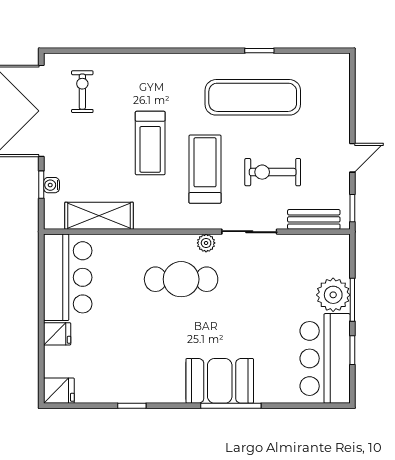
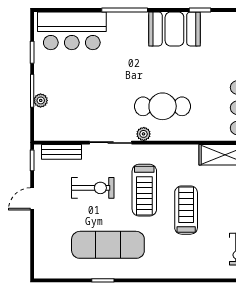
plant: (333, 295) -> (41, 100), width x0.53, depth x0.53
bar counter: (325, 358) -> (72, 31), moved, turned 90
booth: (220, 381) -> (174, 29), moved

